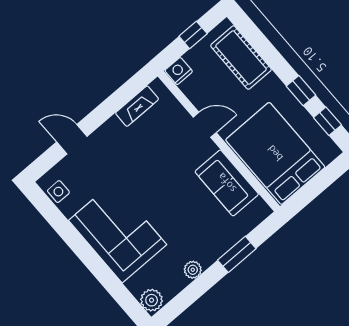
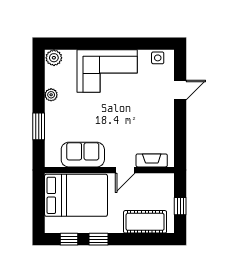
nightstand: (179, 71) -> (167, 181), removed
fireplace: (137, 106) -> (152, 160), moved, turned 90

